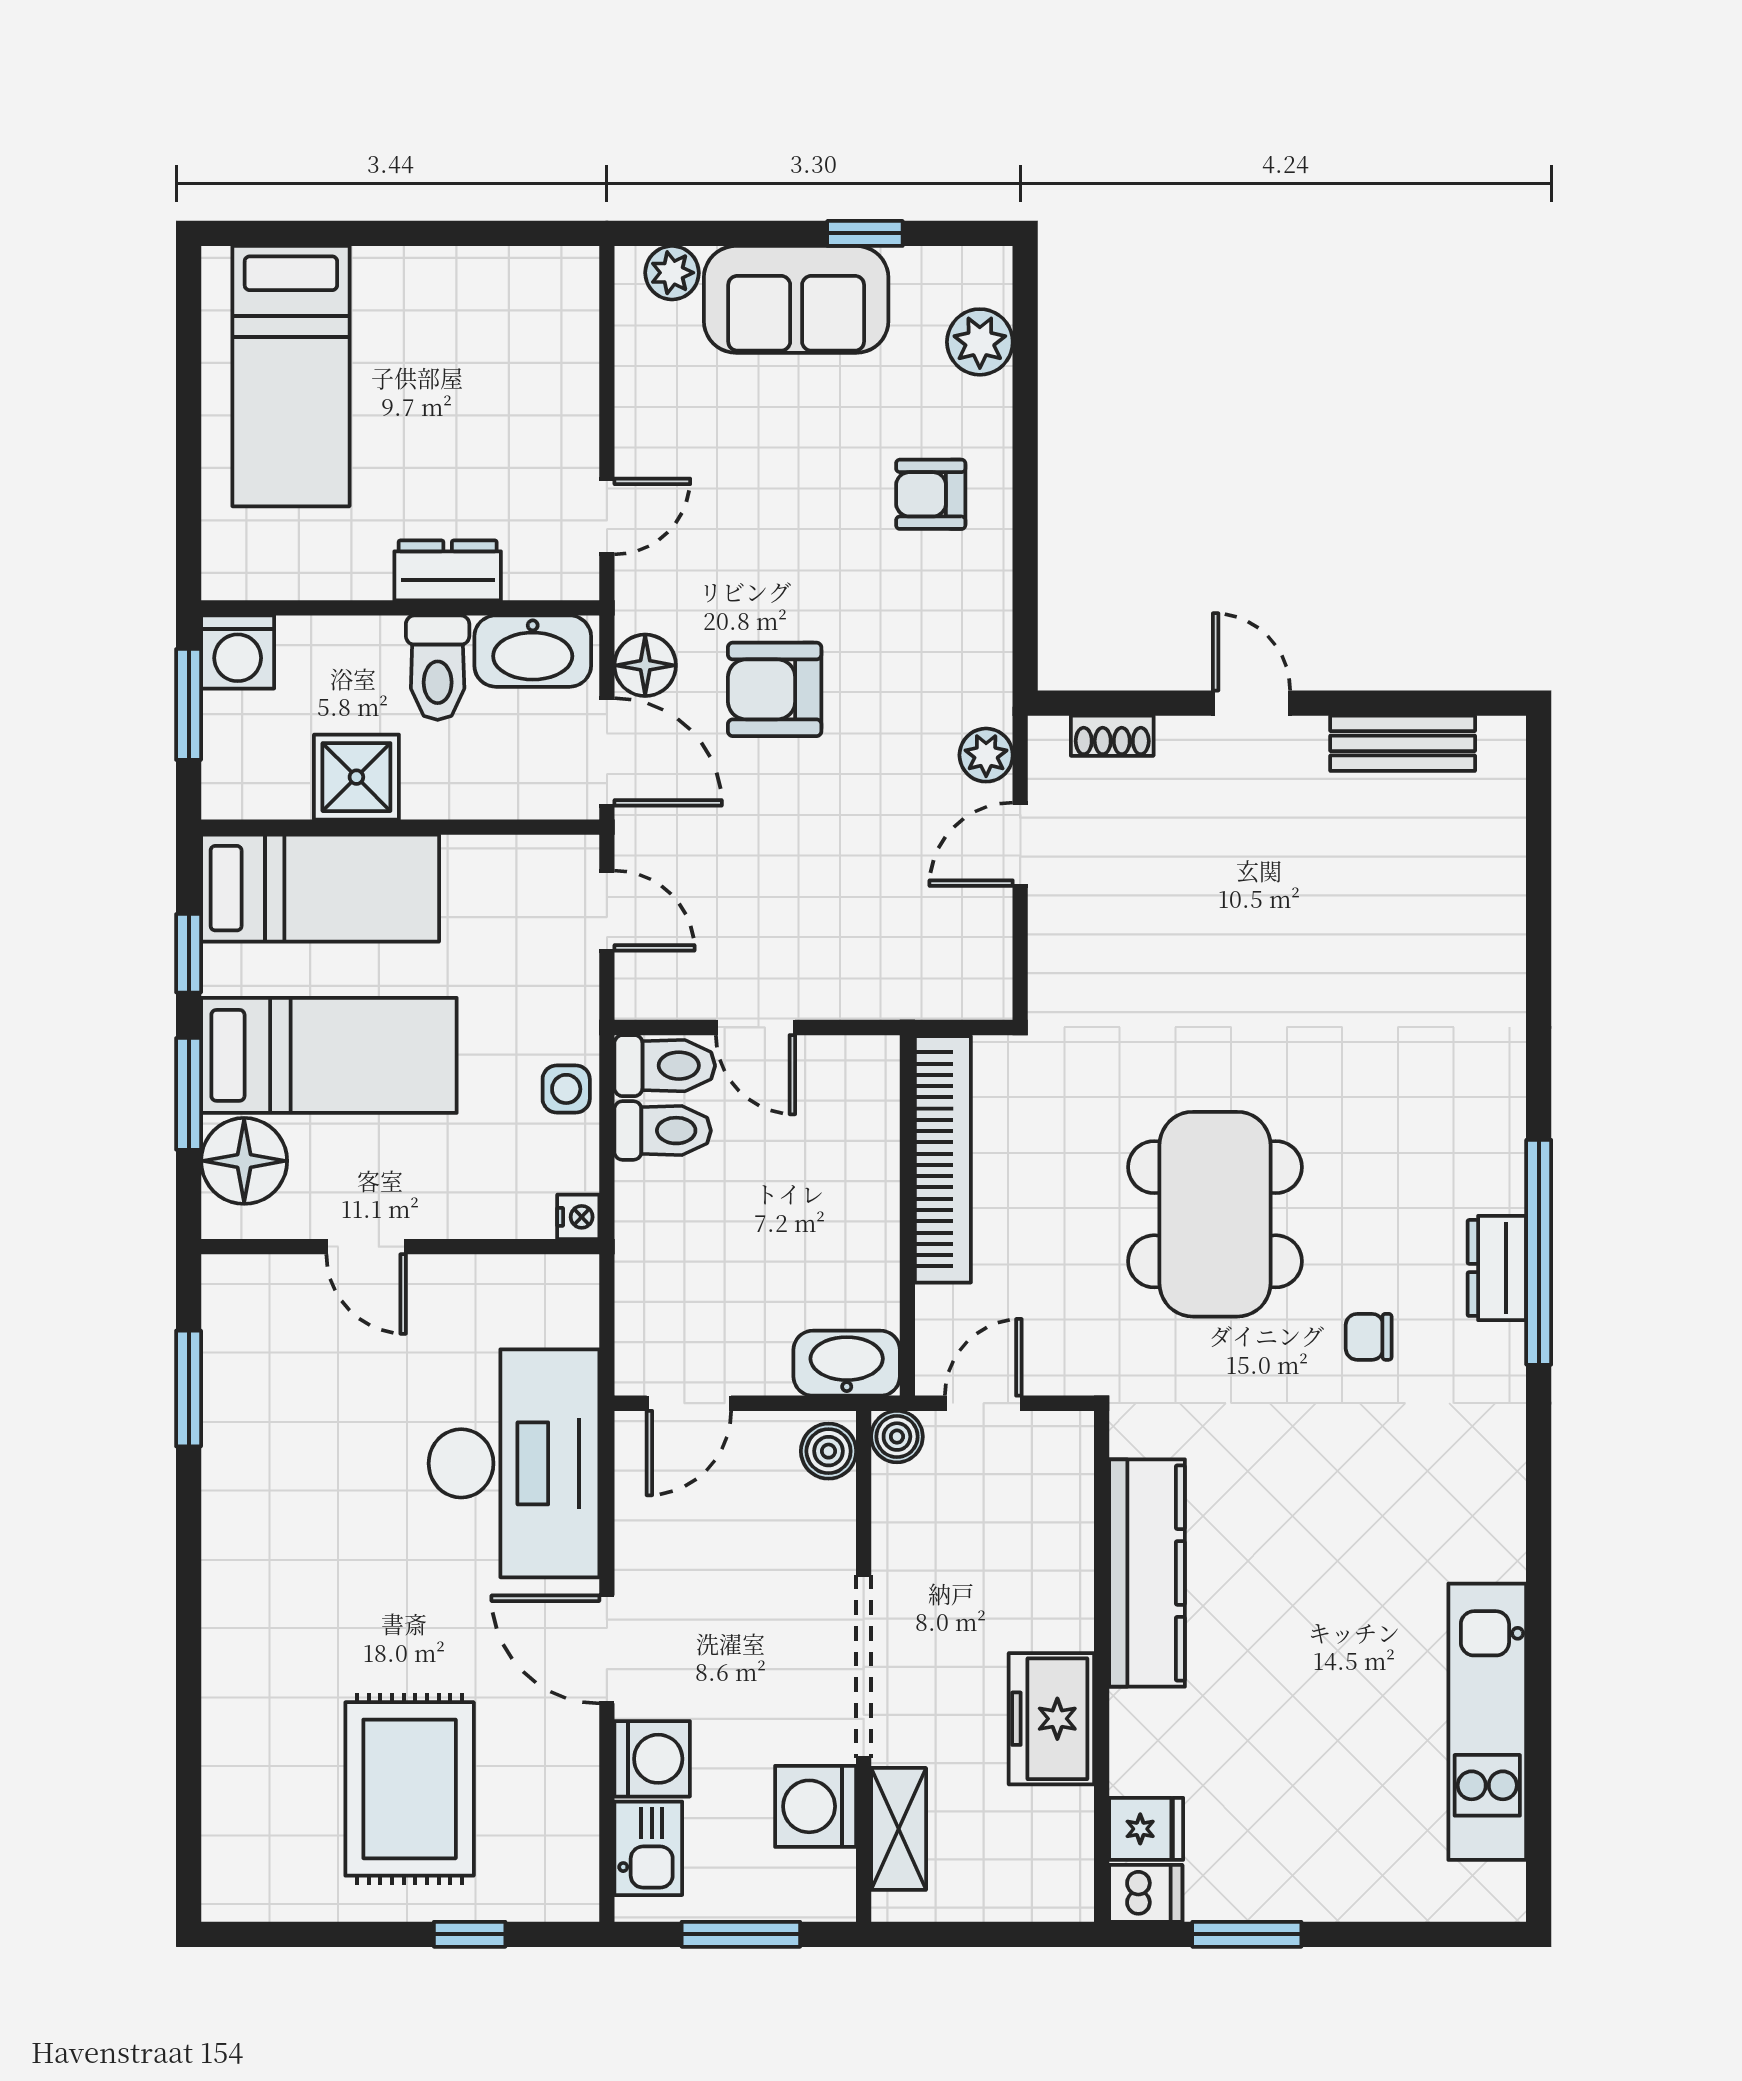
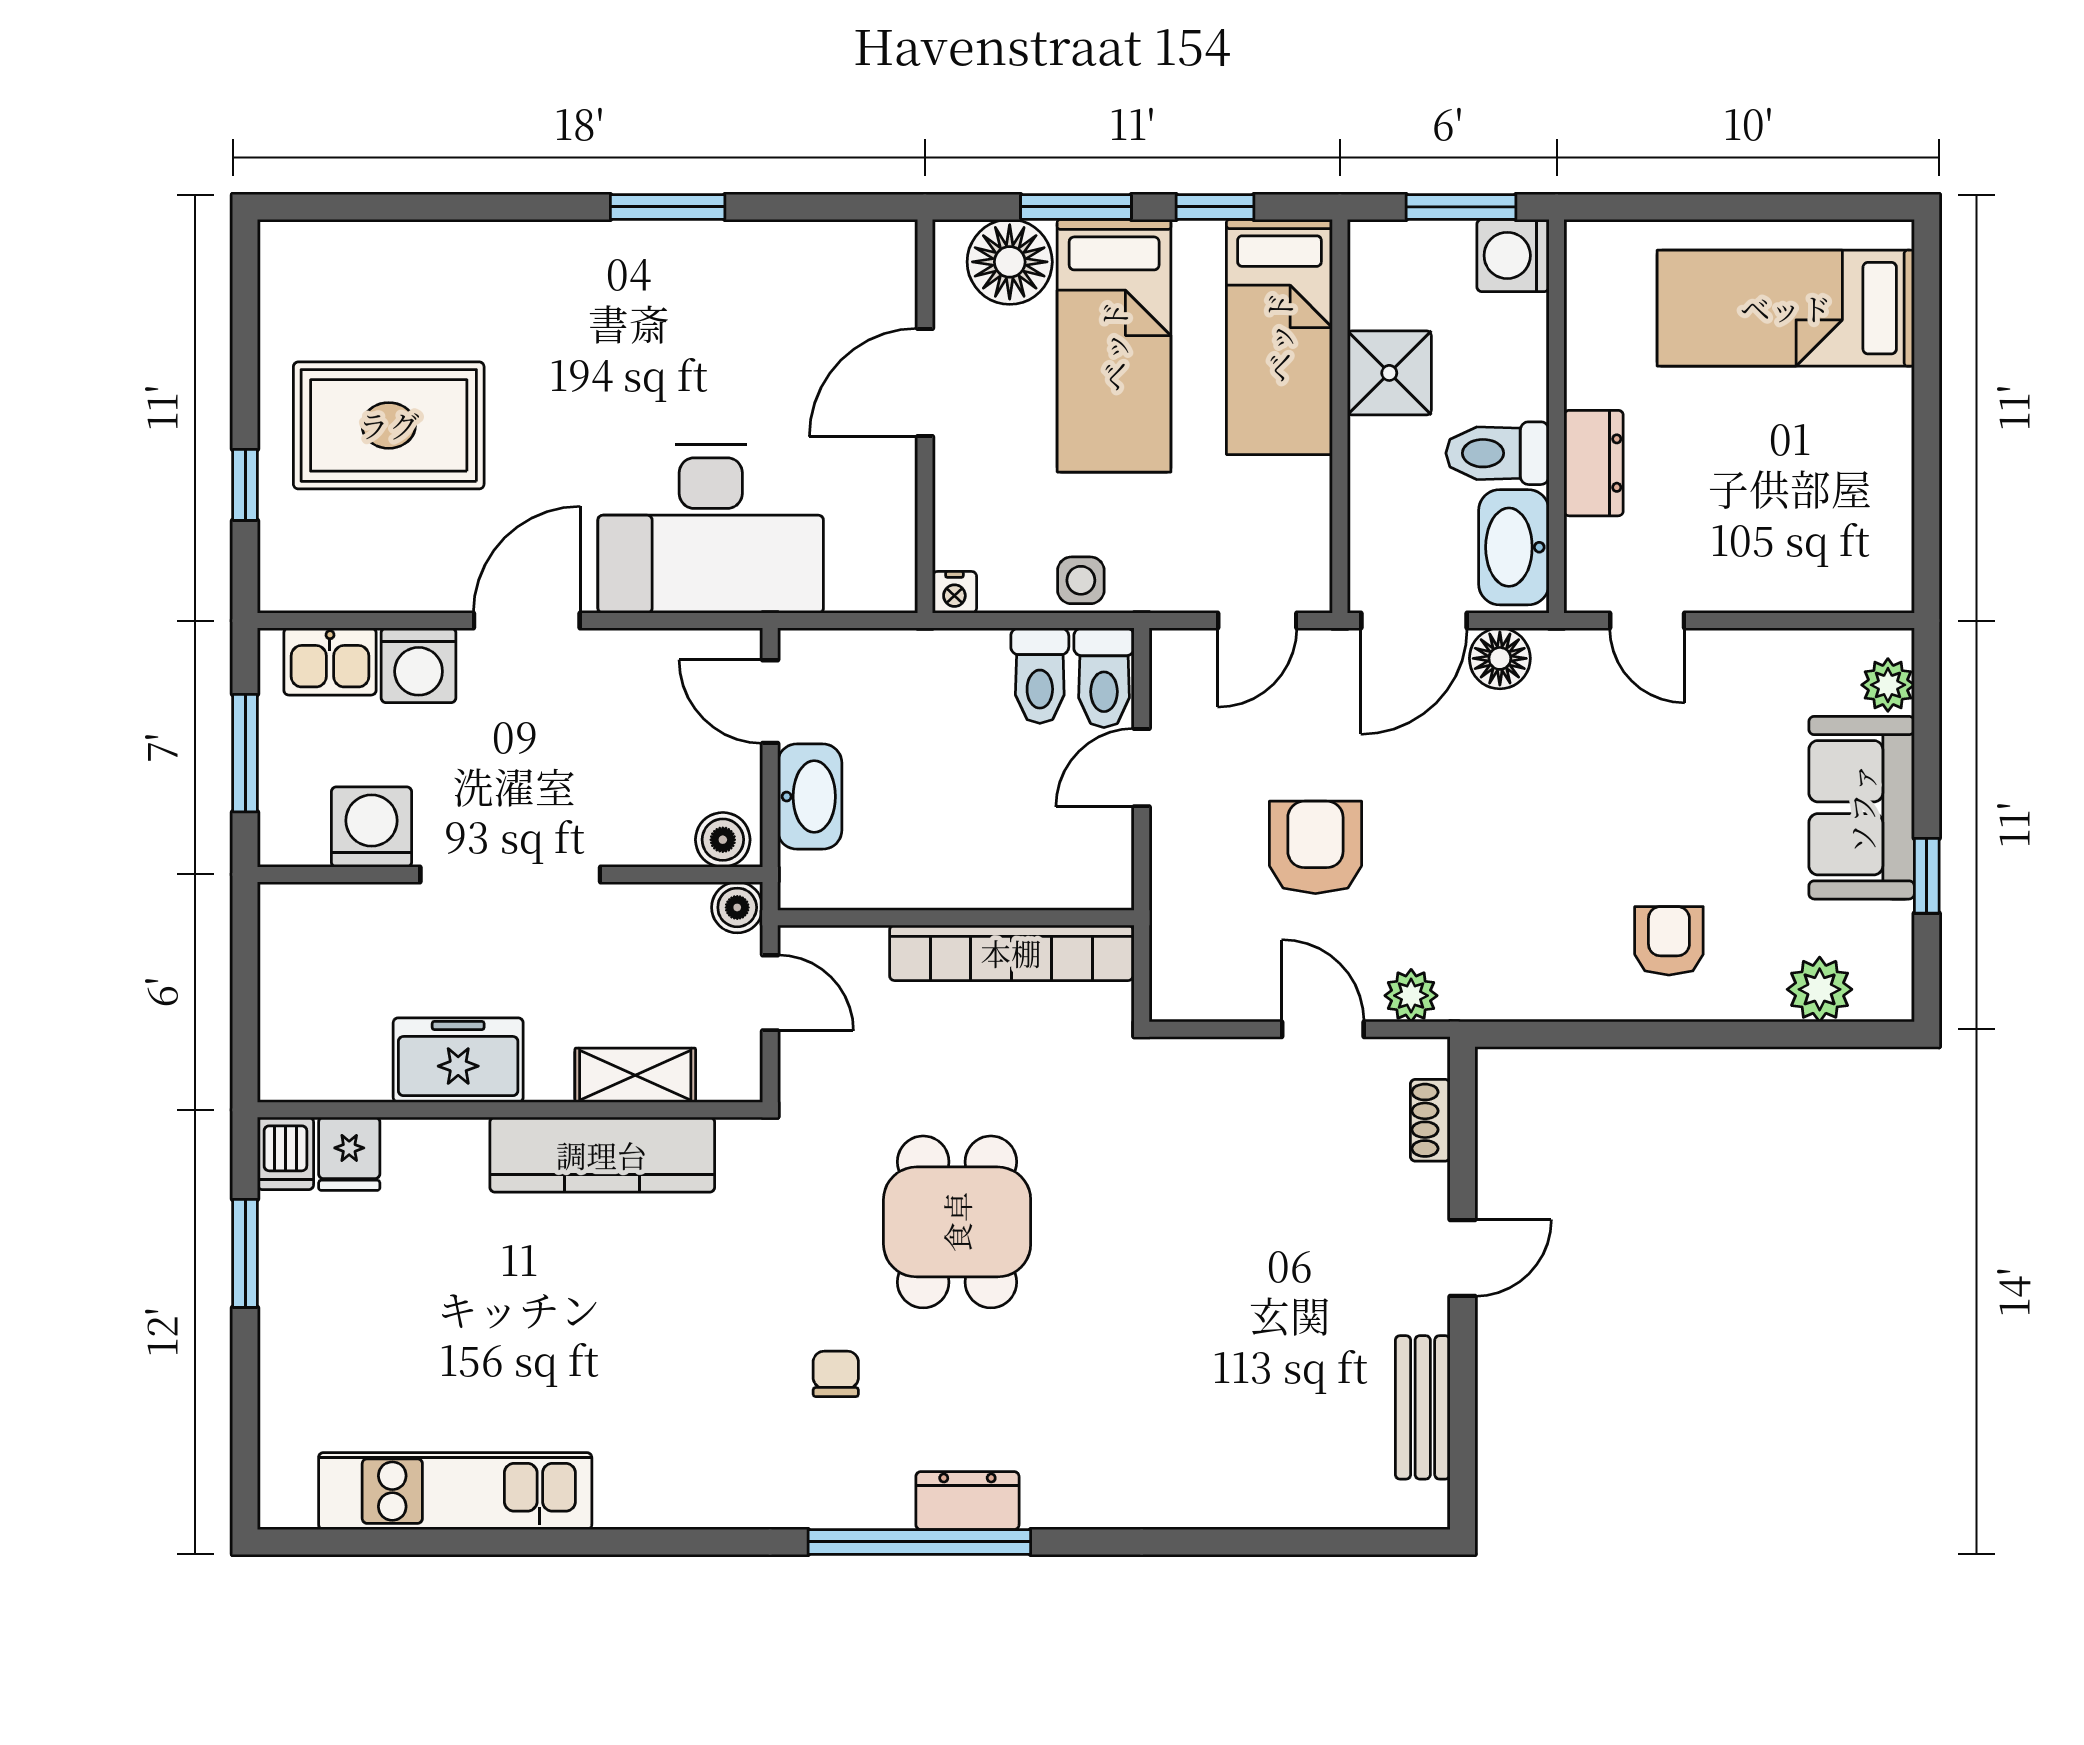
armchair: (775, 689) -> (1315, 847), moved
dining table: (1215, 1214) -> (957, 1222), width x0.73
door: (366, 1247) -> (925, 383), width x1.37
dresser: (1497, 1268) -> (967, 1501), moved
washbasin: (847, 1363) -> (810, 797), moved
window: (189, 1389) -> (668, 207), moved
shelving: (899, 1829) -> (635, 1075), moved

